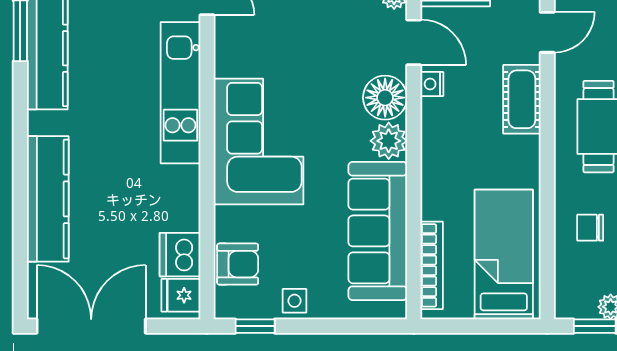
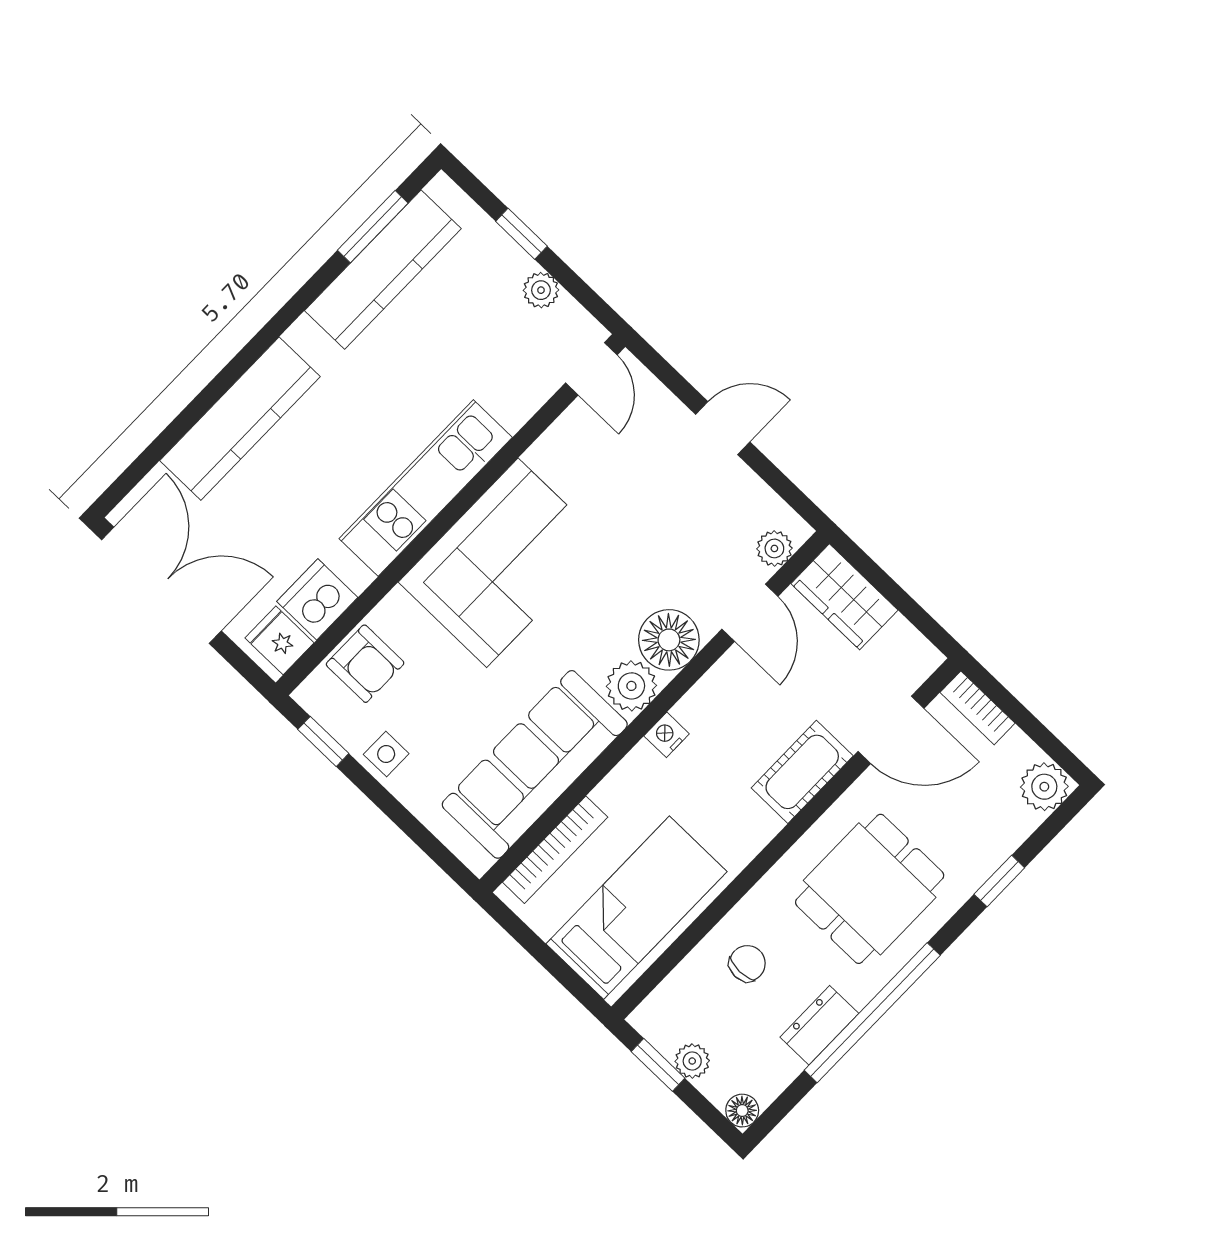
door: (547, 32) -> (891, 730), width x1.38
nightstand: (432, 84) -> (667, 735), moved
kitchen unit: (180, 93) -> (426, 488), moved
chair: (590, 228) -> (747, 963), turned 90

